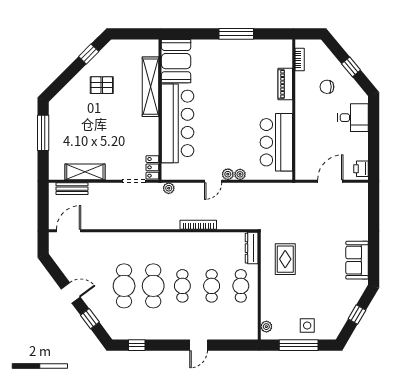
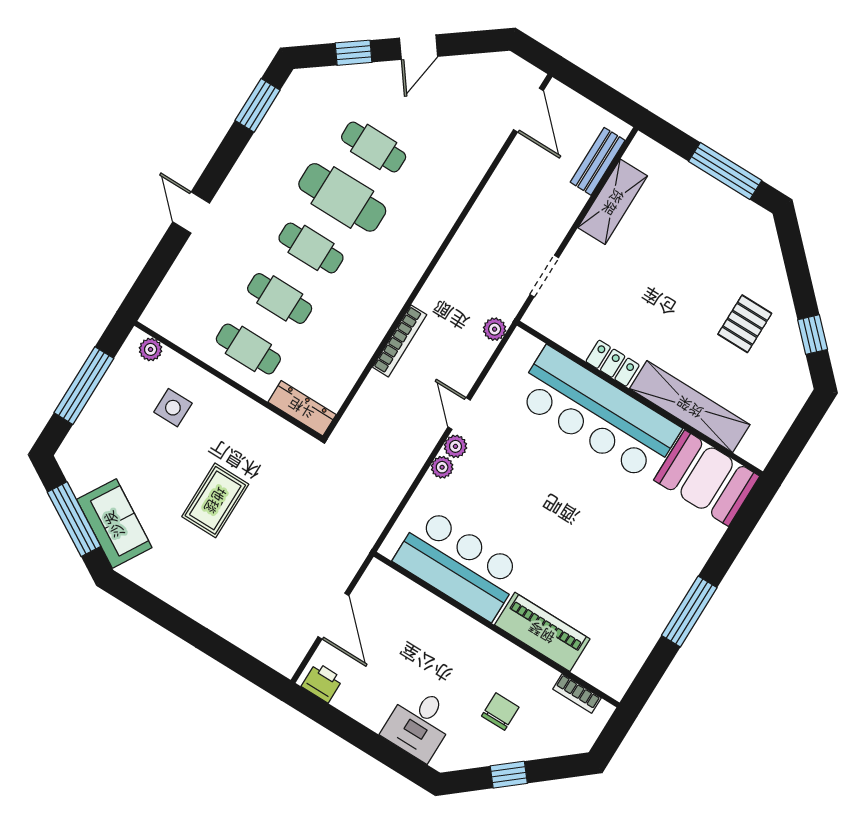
piano: (285, 84) -> (542, 632), width x1.37, depth x1.33
locker: (152, 167) -> (613, 363), moved
rug: (285, 259) -> (215, 500), moved, turned 90
sofa: (357, 260) -> (114, 524), moved, turned 31
cafe table: (124, 286) -> (374, 147), width x0.73, depth x0.74
window: (357, 315) -> (74, 519), width x2.17
side table: (307, 325) -> (173, 408), moved
window: (137, 345) -> (258, 105), width x1.50

